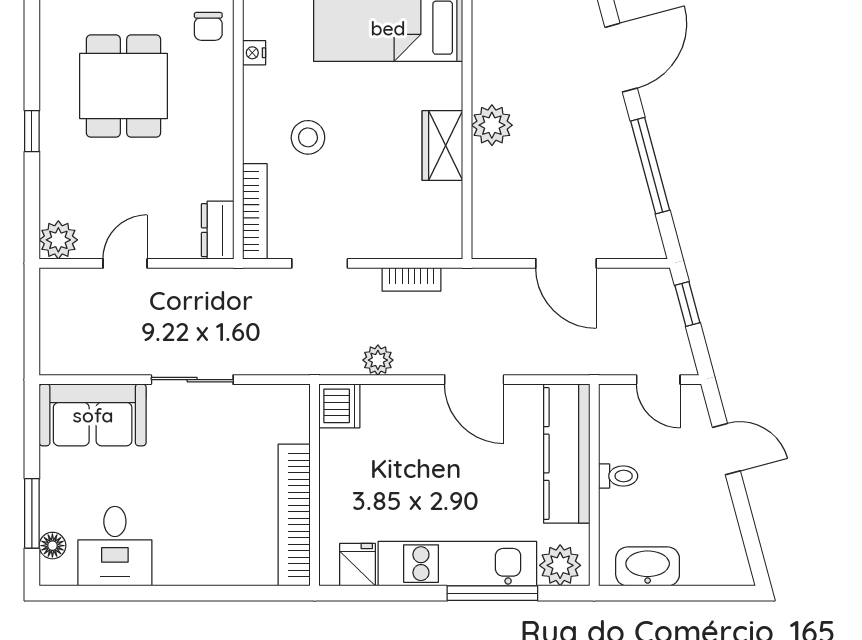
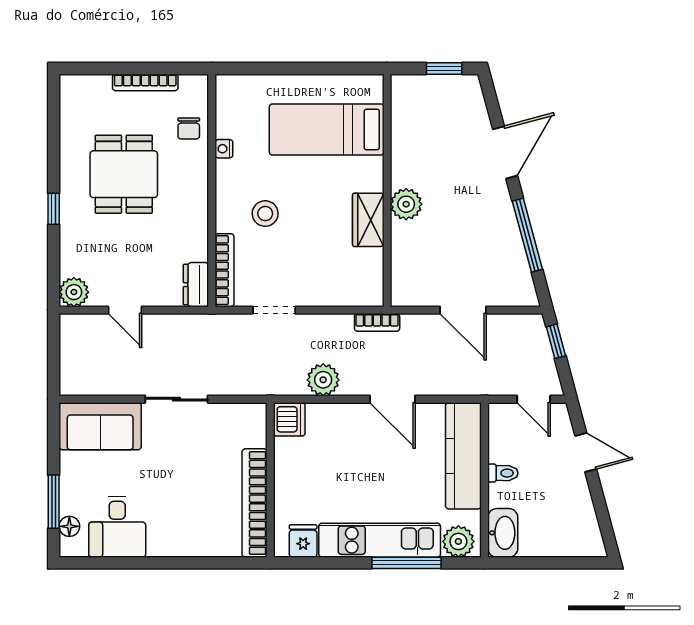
door: (125, 263) -> (125, 310), swing flipped
bookcase: (411, 279) -> (377, 322), moved
plant: (378, 360) -> (323, 380), width x1.38, depth x1.38
washbasin: (648, 566) -> (503, 533), moved, turned 90

